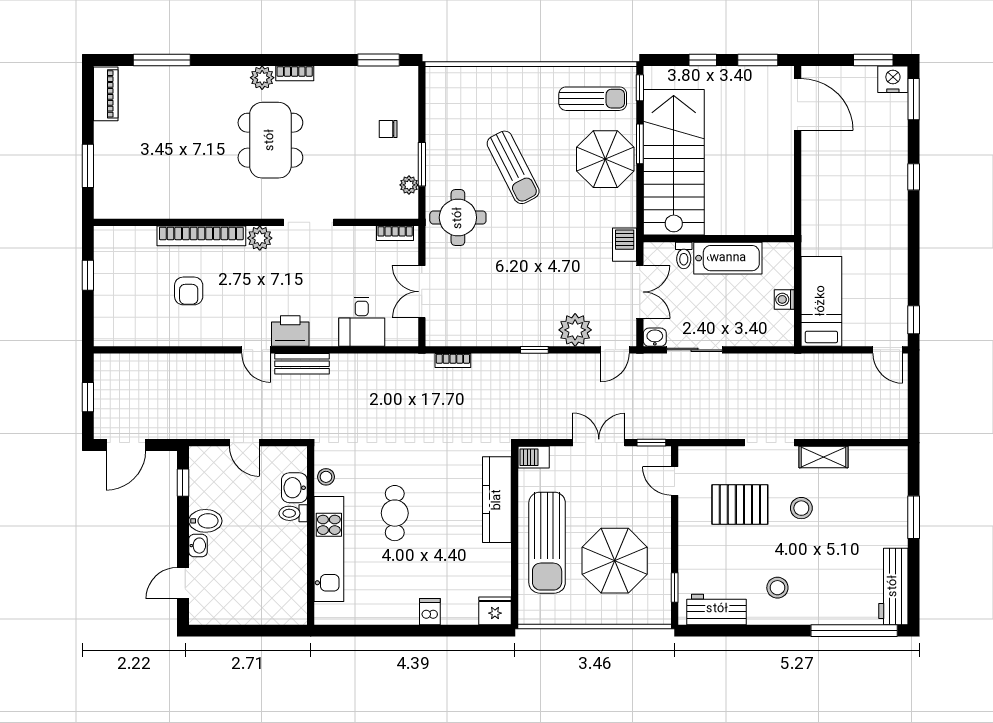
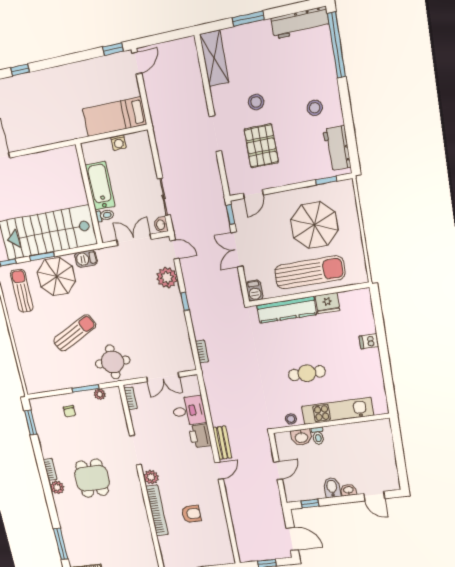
dining table: (270, 140) -> (92, 478), width x0.73
barbecue: (625, 245) -> (86, 259), moved
printer: (290, 331) -> (200, 436), moved
shelving: (823, 457) -> (214, 58), moved, width x1.50, depth x1.33
fridge: (495, 611) -> (327, 303), moved, turned -90

